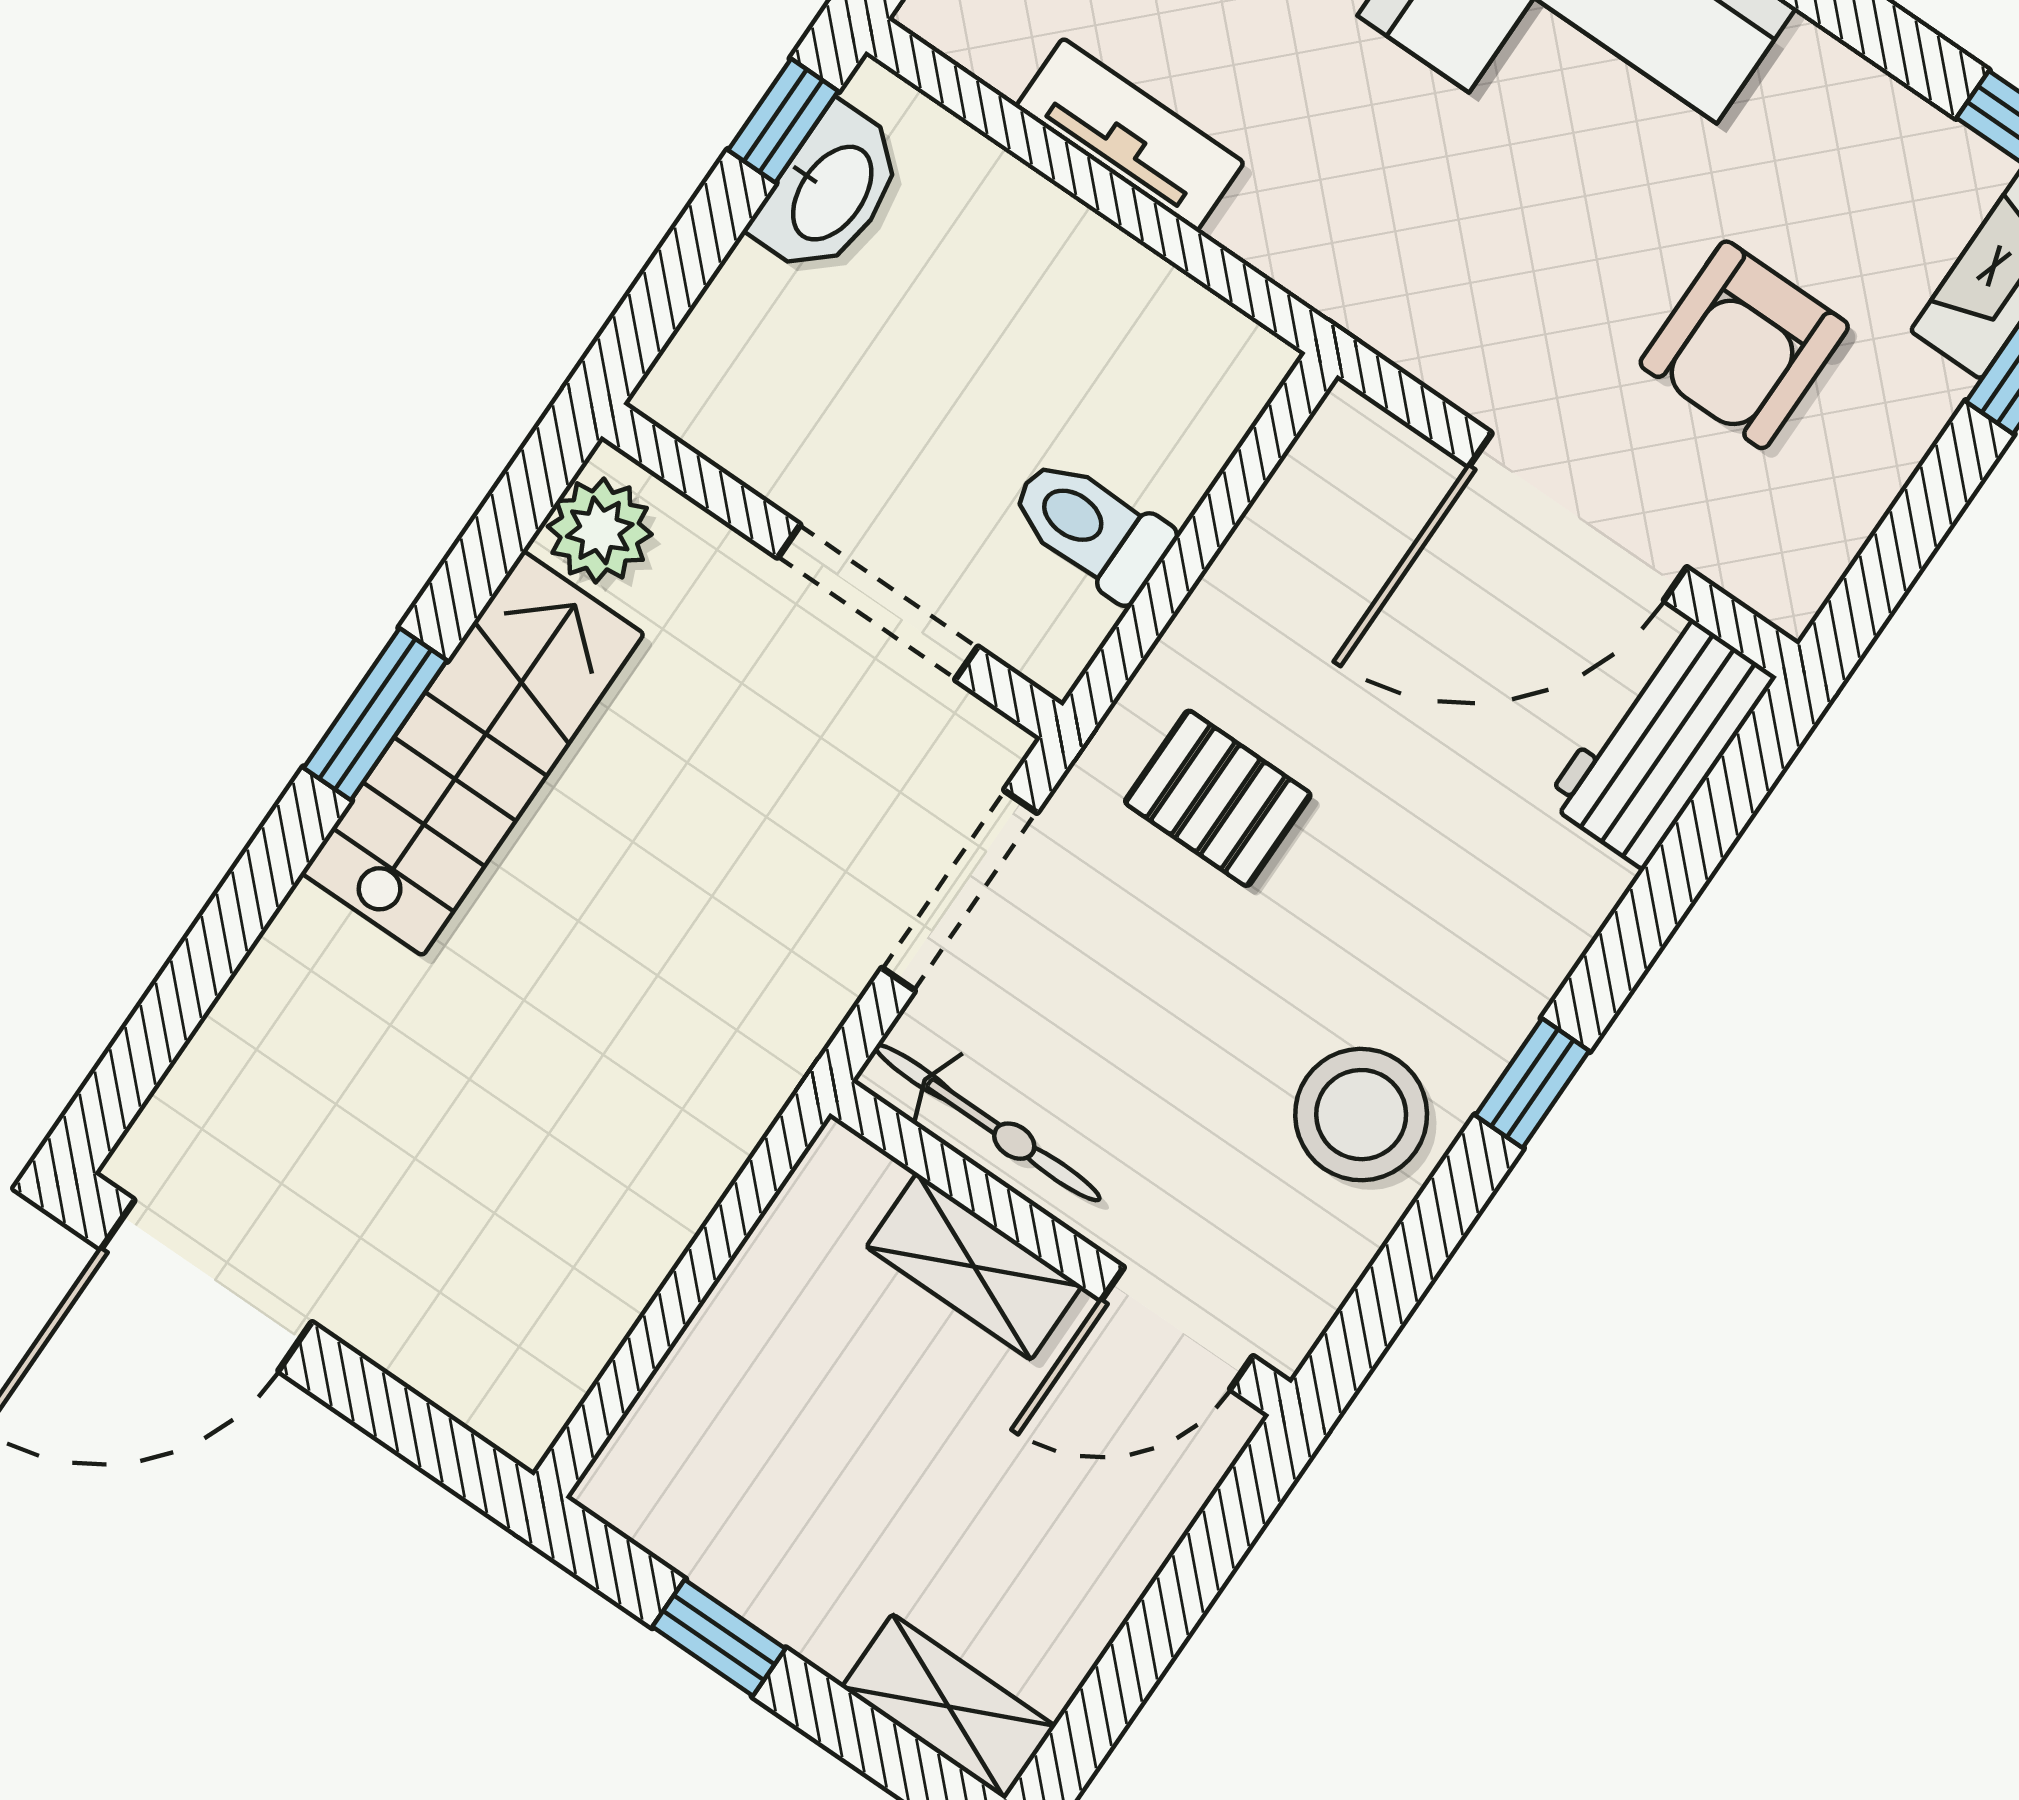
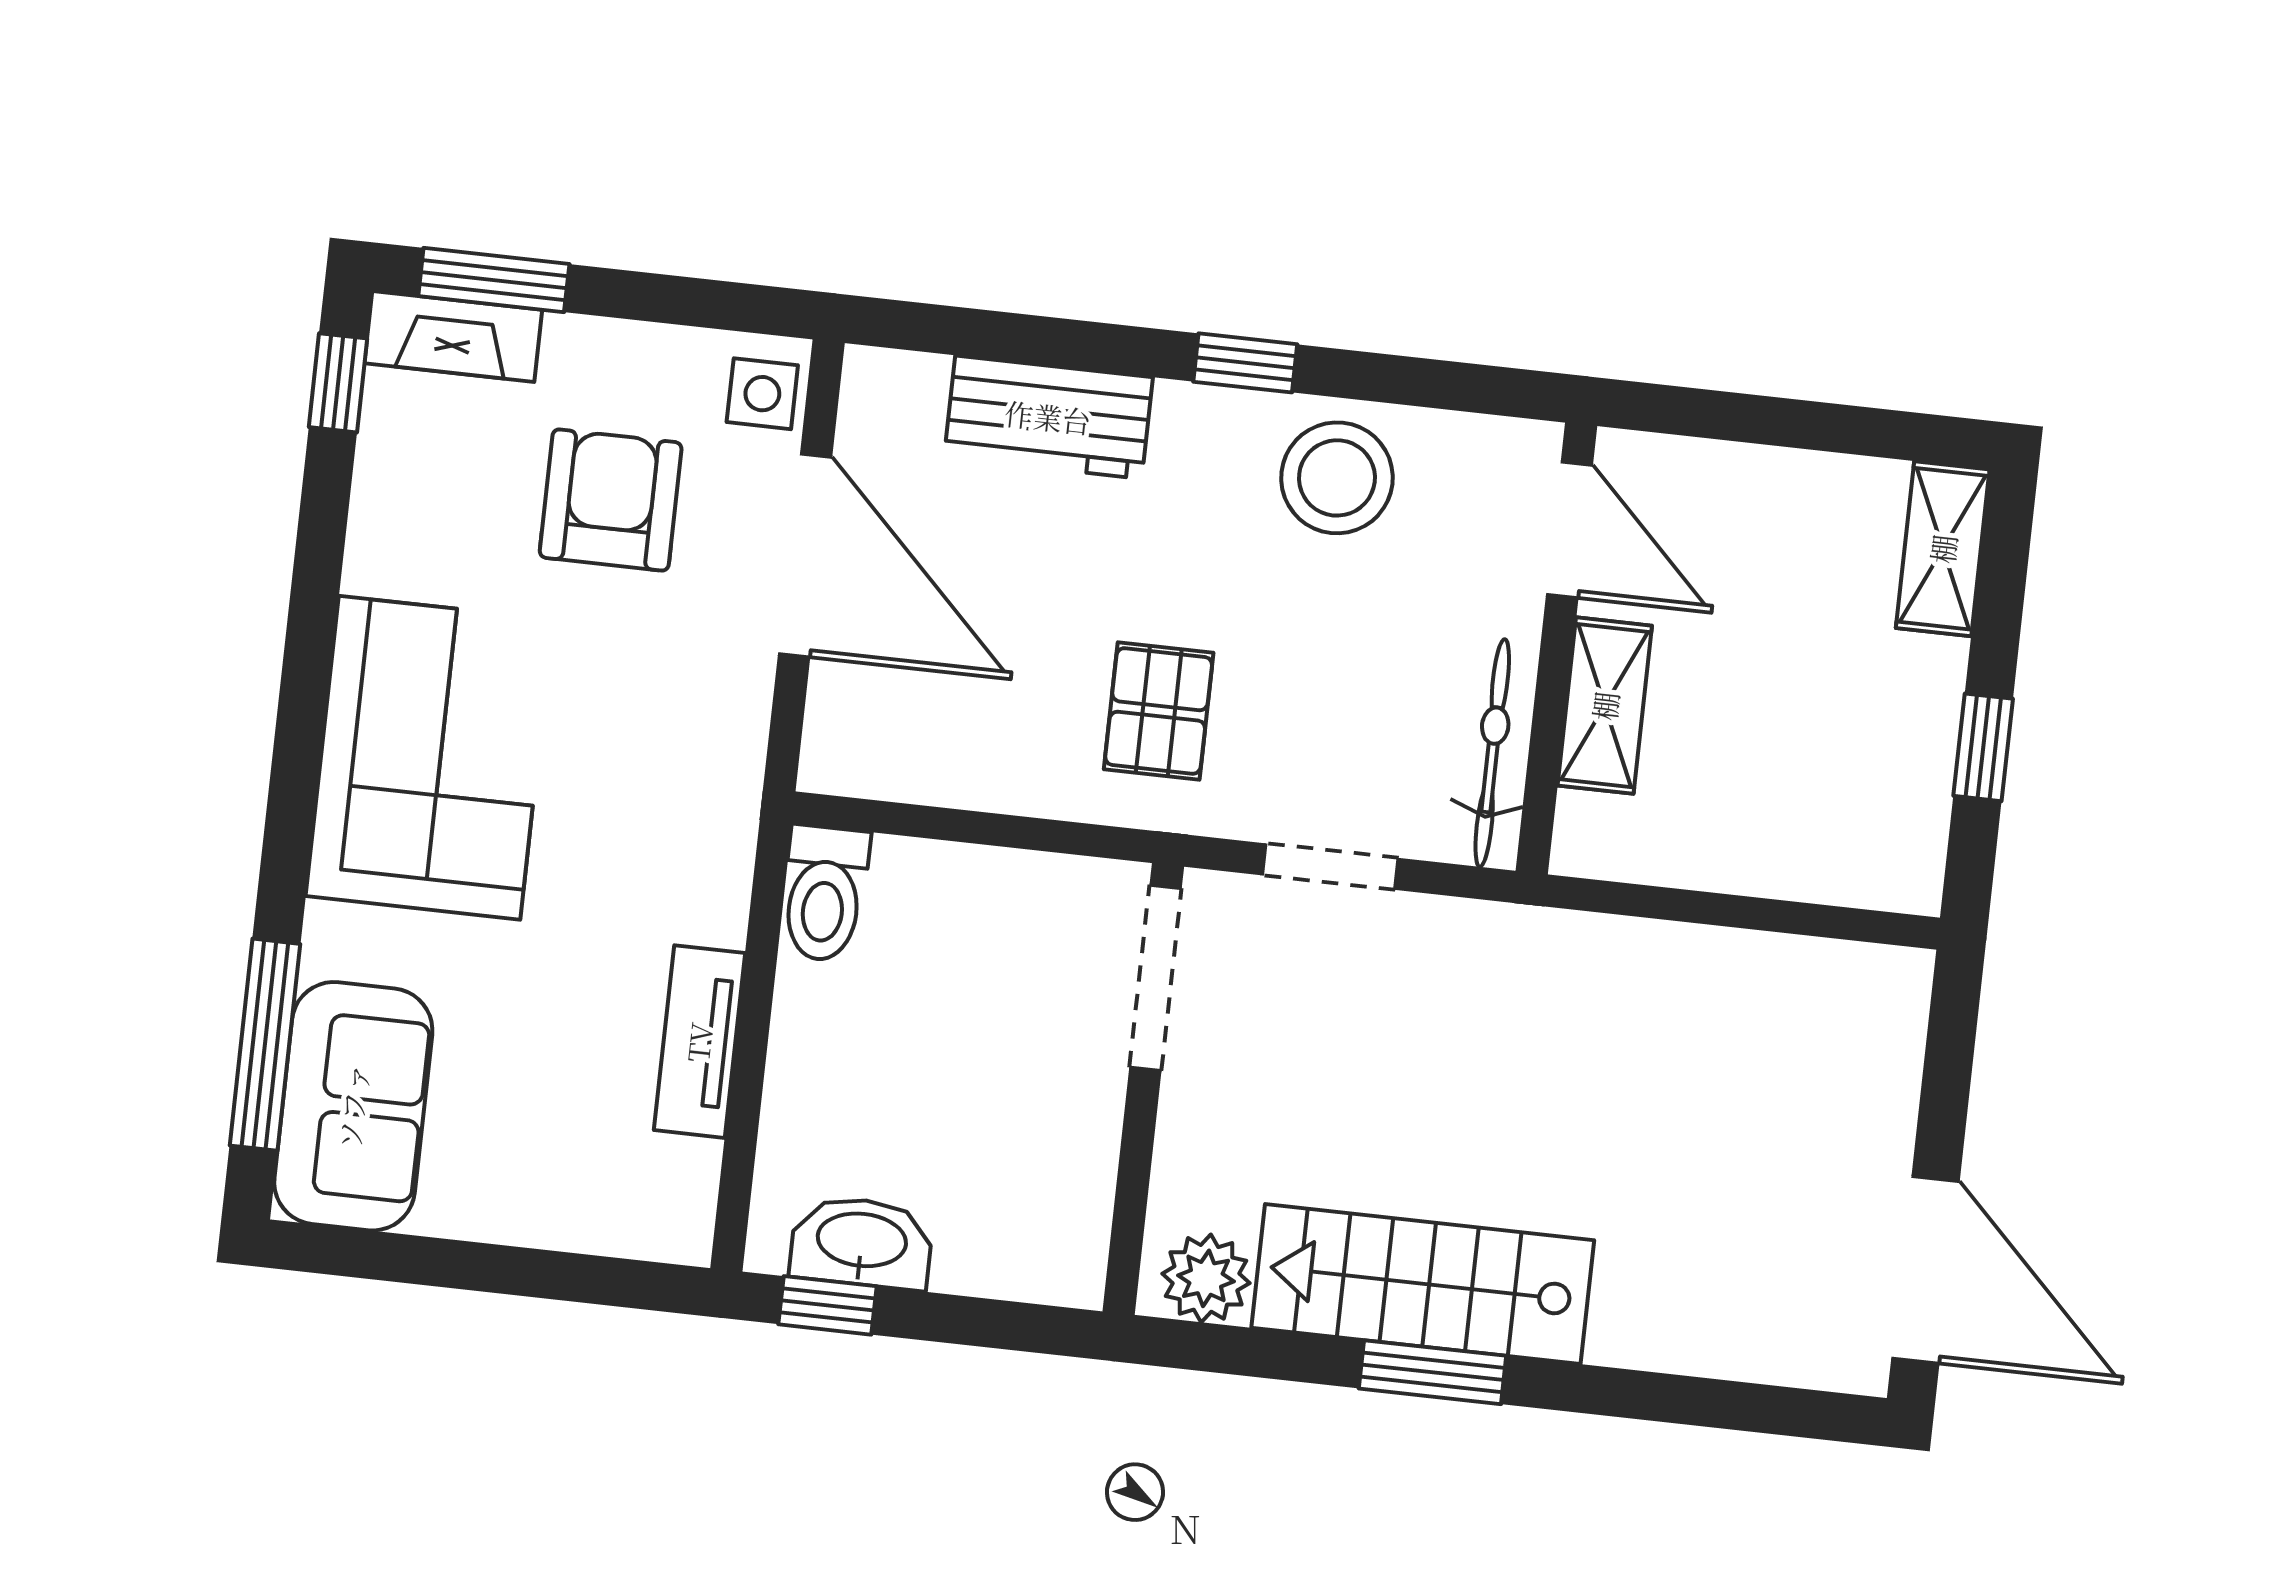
armchair: (1744, 345) -> (611, 500), turned -90
toilet: (1091, 528) -> (824, 893), moved
side table: (1770, 562) -> (762, 394), added
doorway: (878, 602) -> (1156, 978), moved
workbench: (1660, 739) -> (1048, 417), moved
doorway: (959, 890) -> (1330, 867), width x0.73

